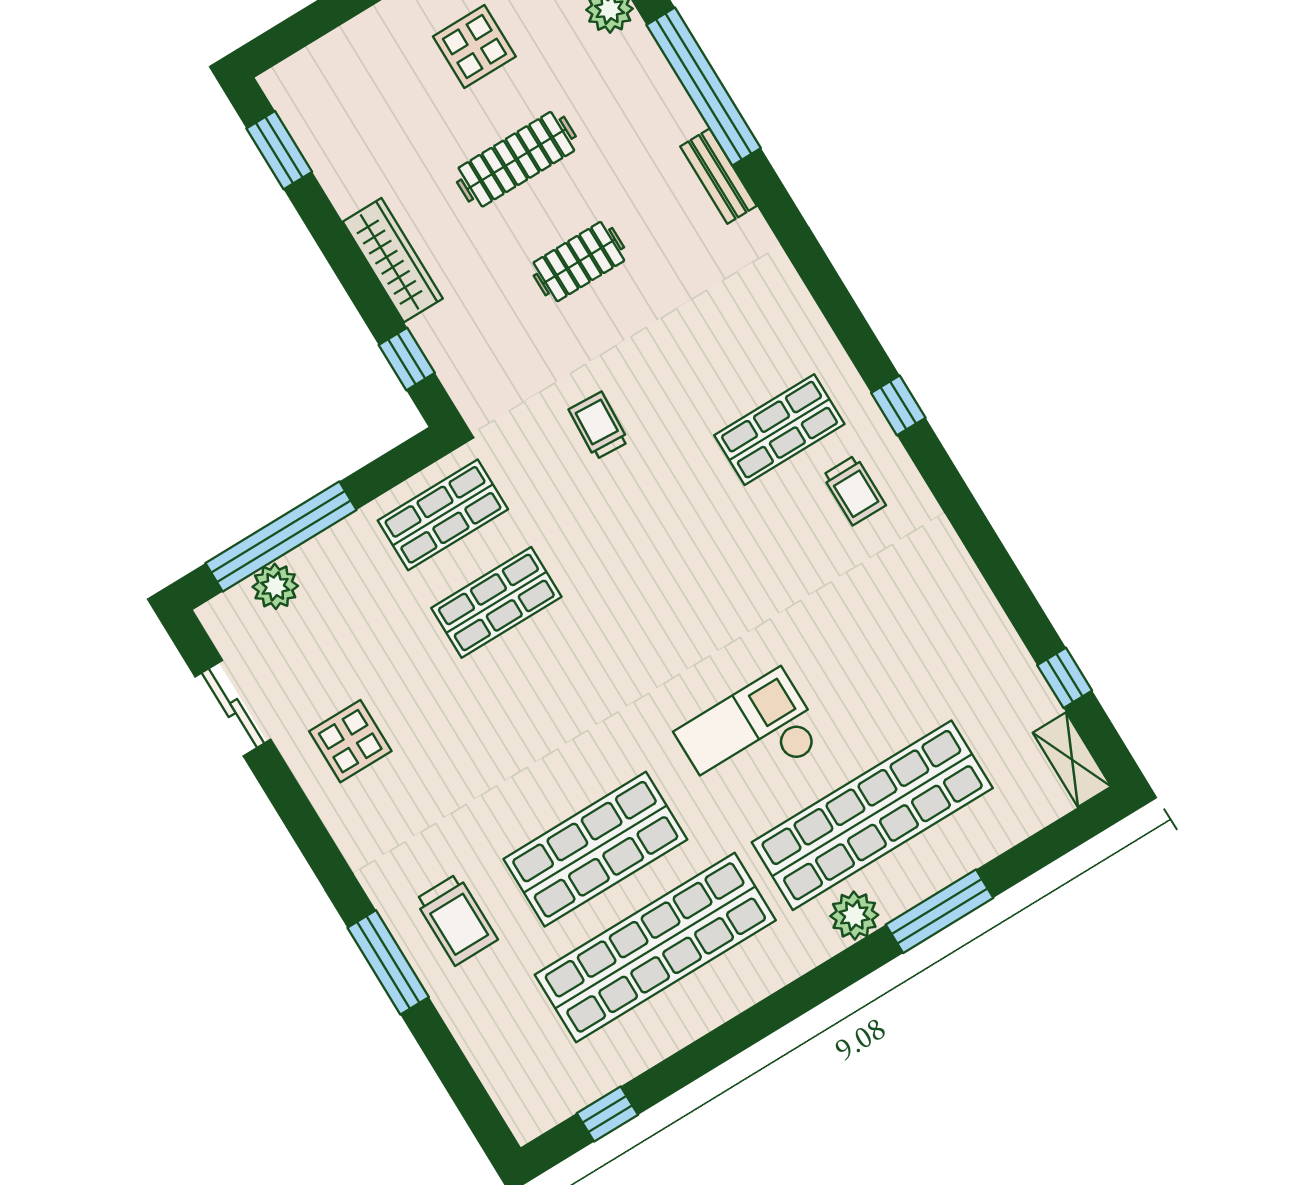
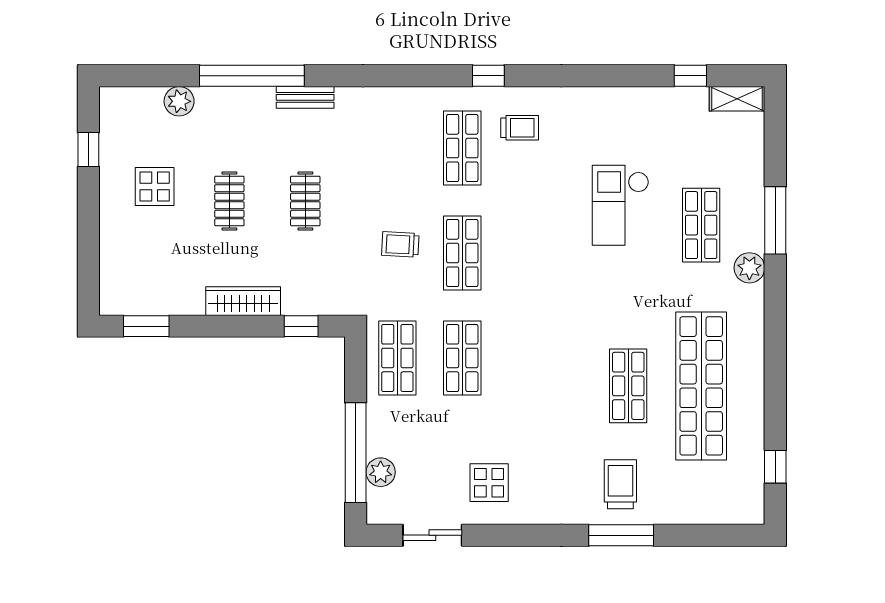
clothes rail: (516, 159) -> (229, 201), width x0.73
shop shelf: (638, 516) -> (462, 253), added
checkout: (750, 737) -> (620, 205), moved
shop shelf: (872, 815) -> (701, 225), width x0.50, depth x0.74
shop shelf: (595, 849) -> (628, 386), width x0.70, depth x0.74
trolley: (456, 920) -> (620, 484), turned -90

